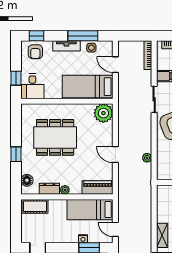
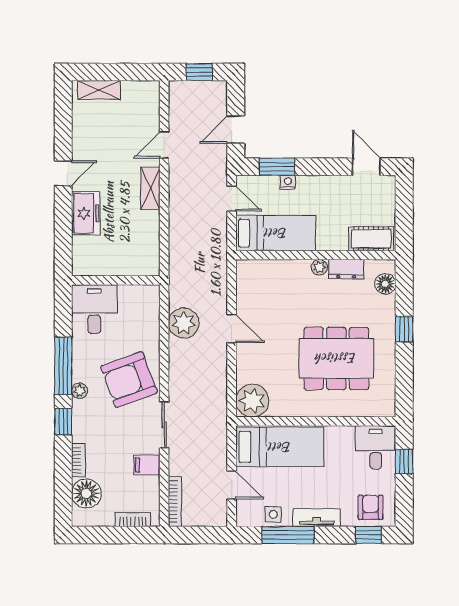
plant: (147, 158) -> (184, 323), width x1.87, depth x1.87
piano: (98, 188) -> (262, 271), removed

